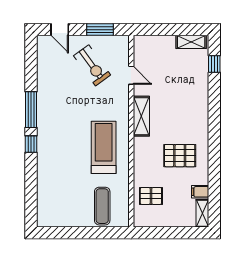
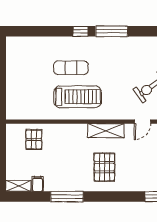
pallet: (180, 156) -> (104, 167), moved
window: (214, 159) -> (67, 197), added
exercise mat: (102, 206) -> (71, 68), moved

